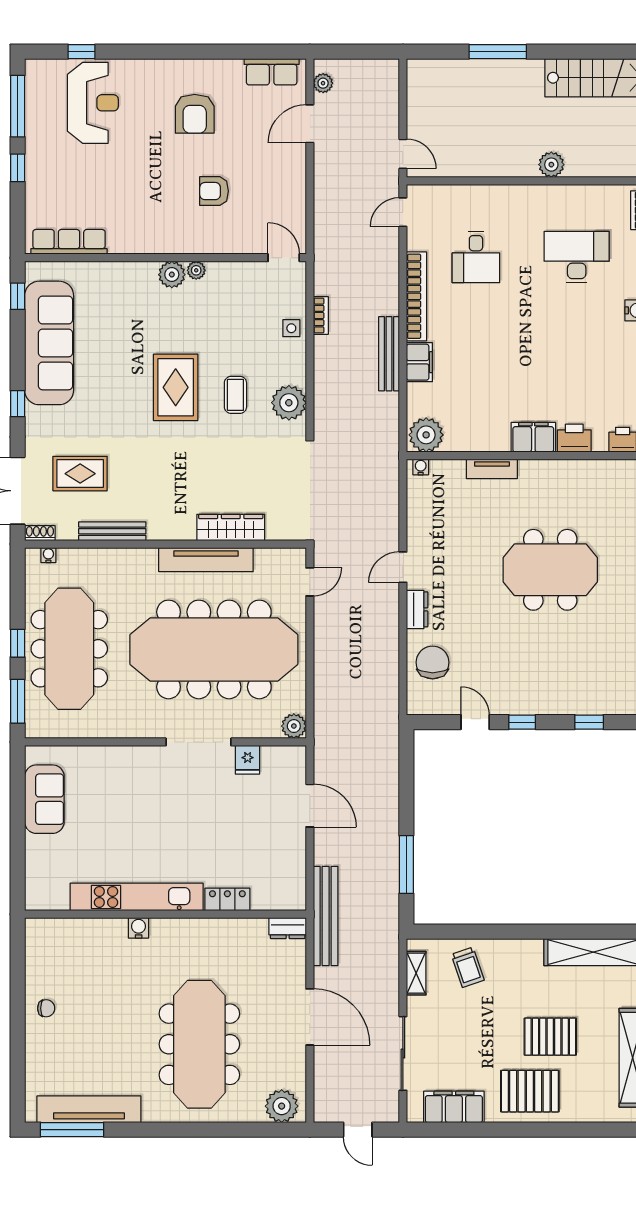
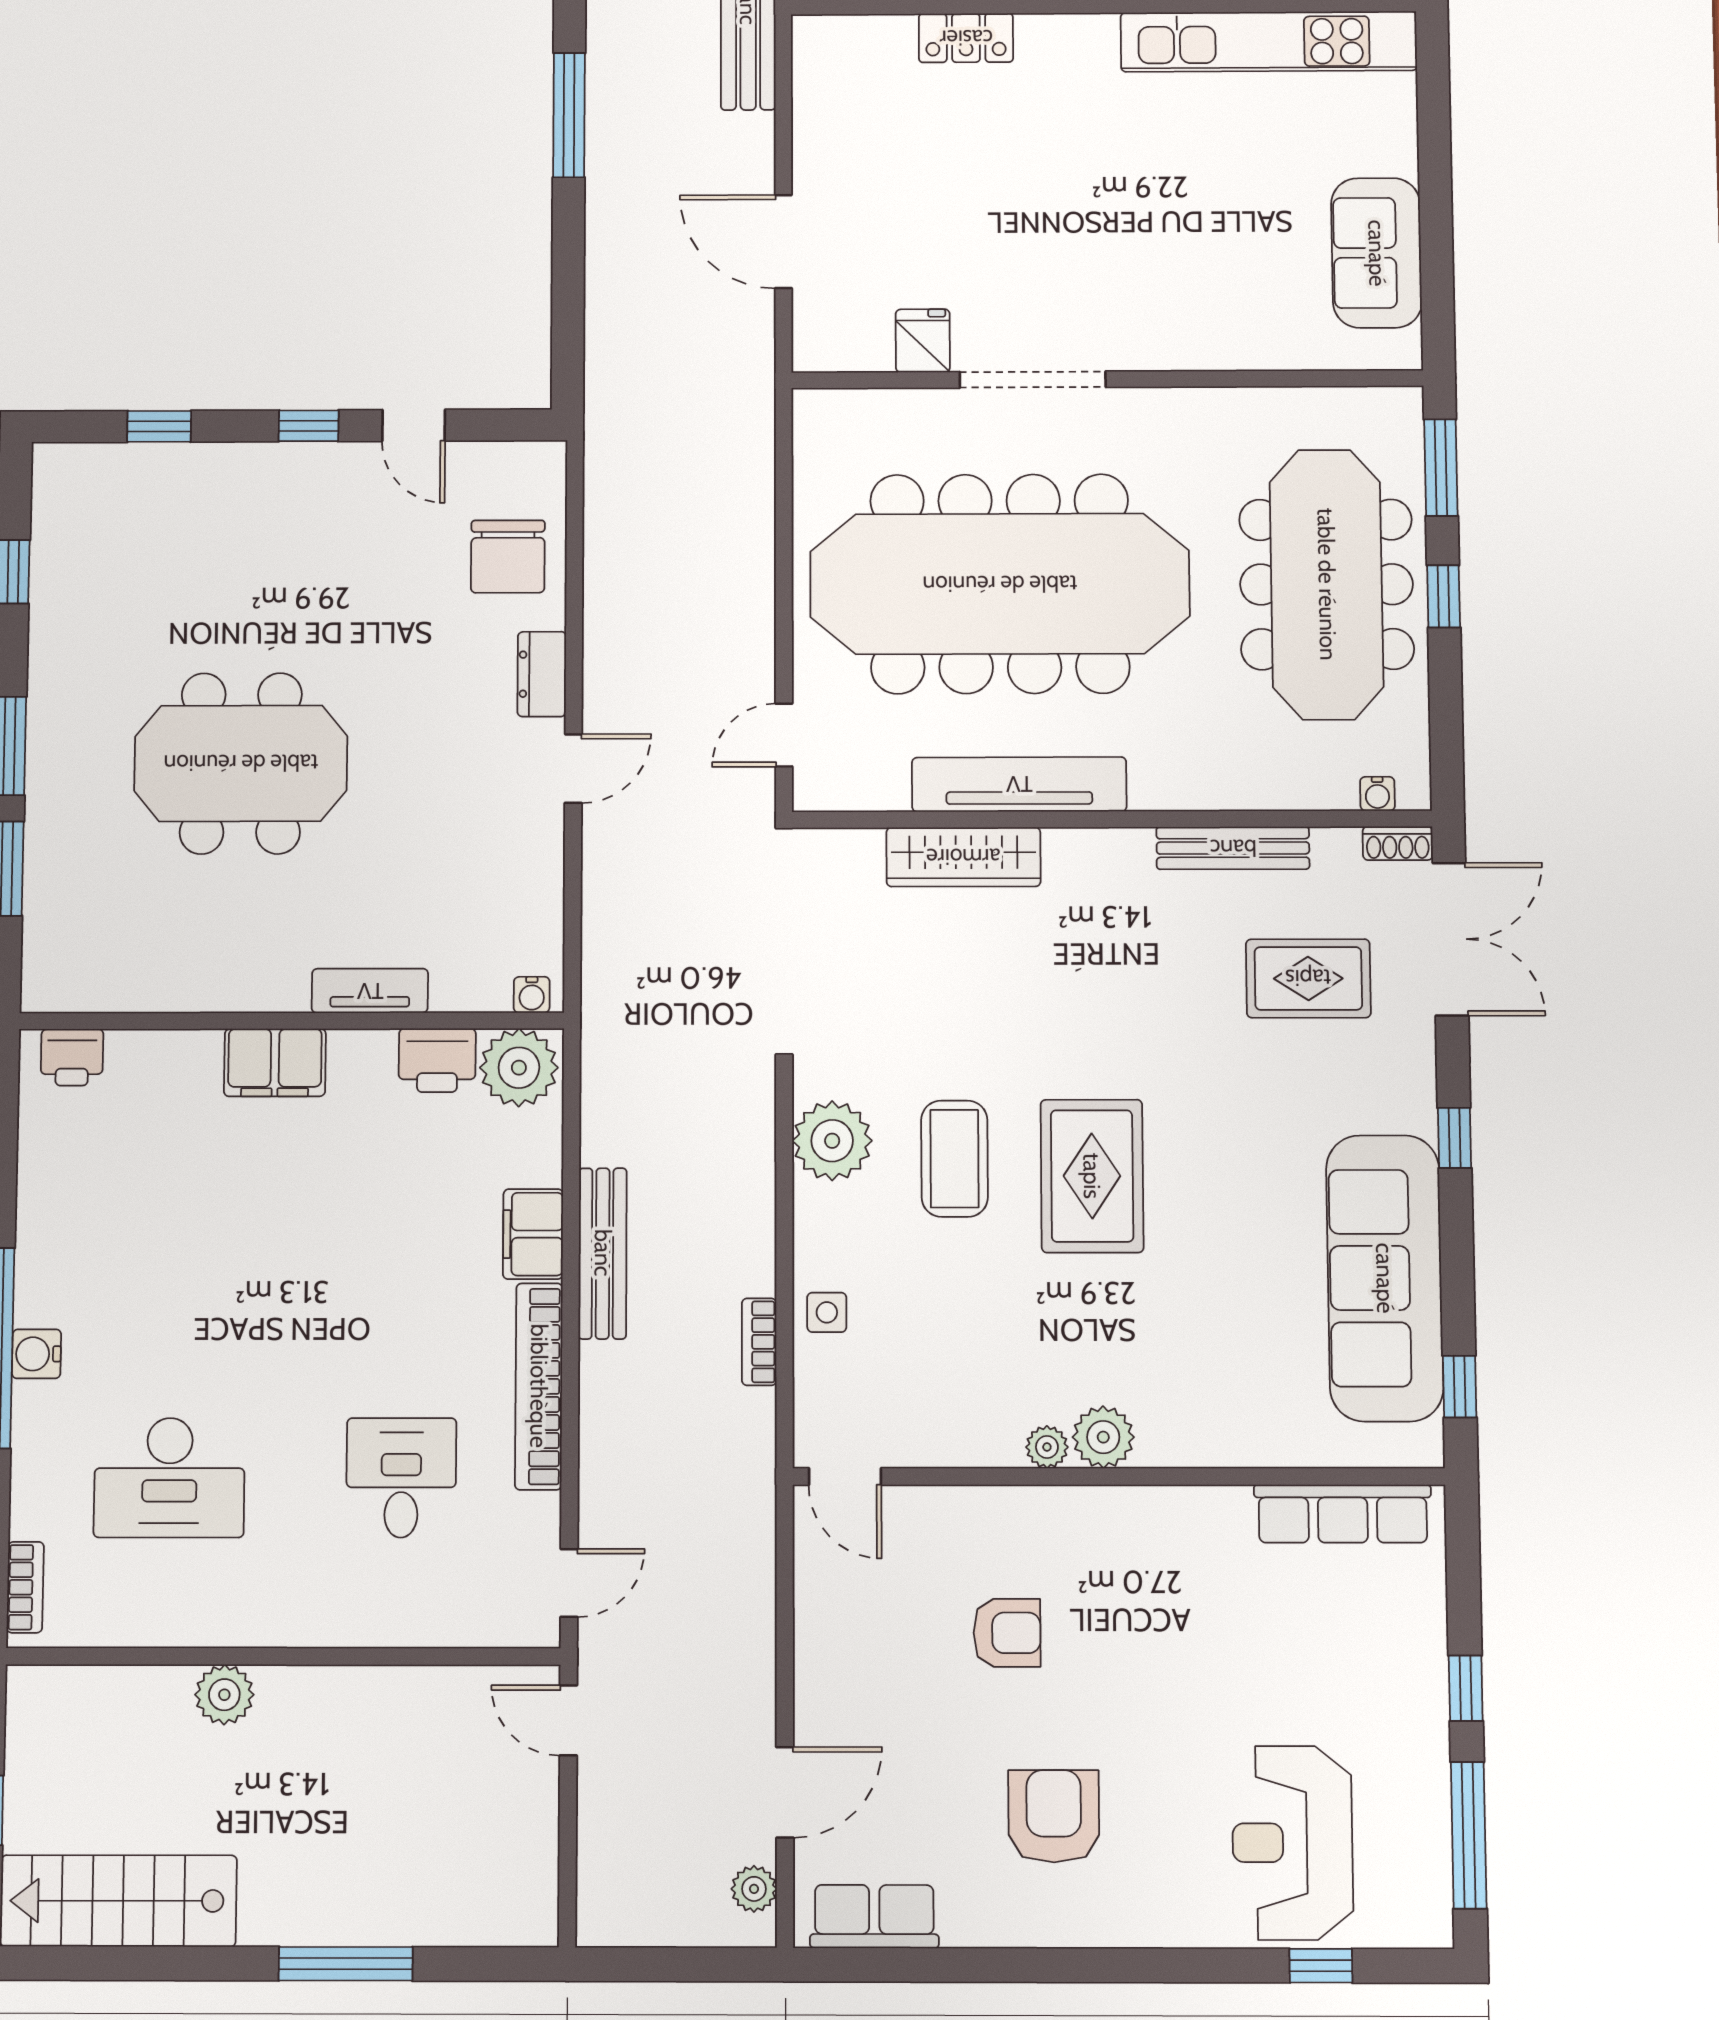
coffee table: (235, 395) -> (954, 1159), width x1.36, depth x1.30
printer: (574, 438) -> (437, 1060), moved
plant: (294, 726) -> (819, 415), removed
kitchen unit: (137, 897) -> (1269, 42), moved

